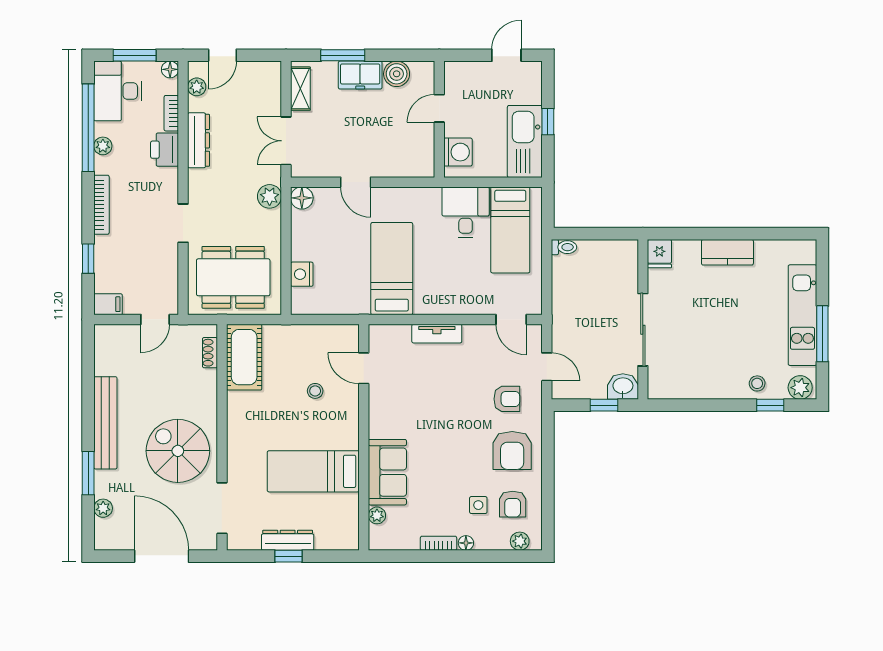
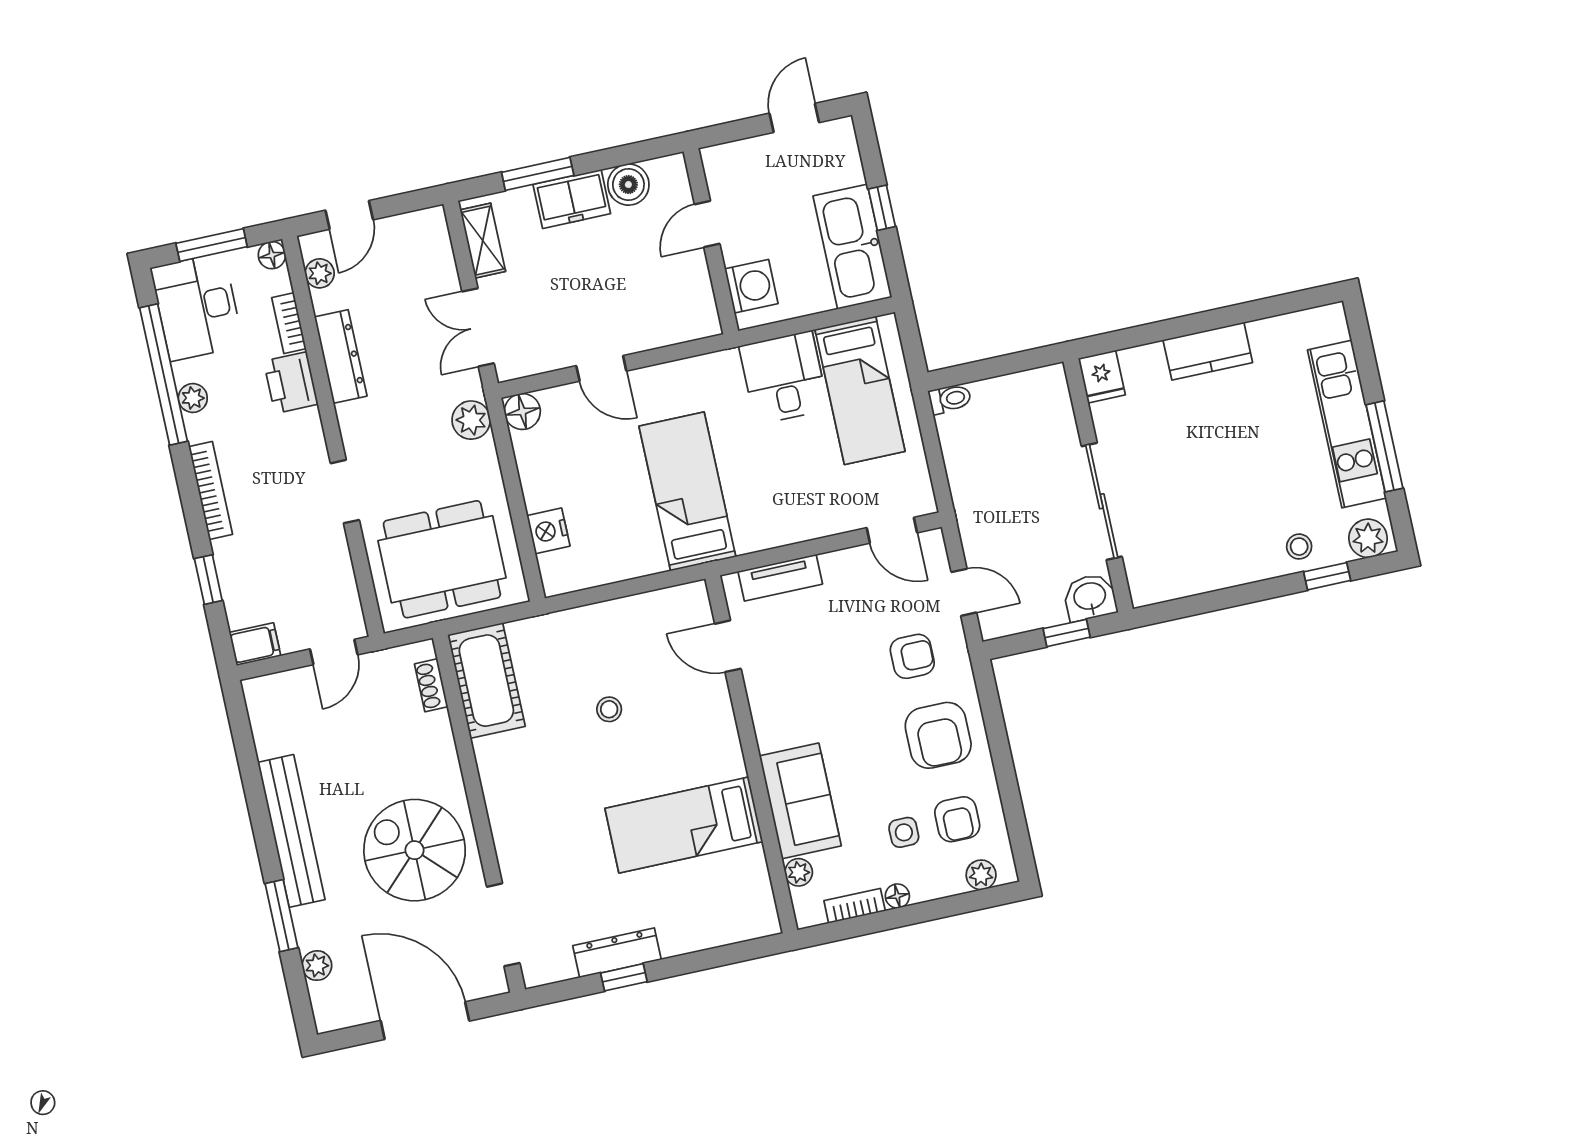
door: (364, 368) -> (728, 646), moved
wall: (364, 437) -> (751, 754), moved
bed: (313, 471) -> (684, 825), moved
sofa: (387, 472) -> (800, 801), moved
plant: (377, 515) -> (799, 872), moved

